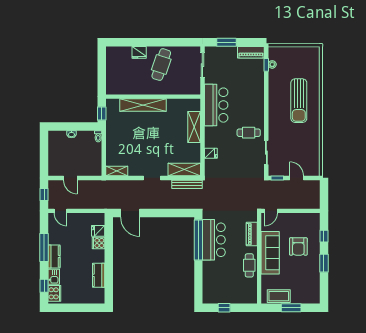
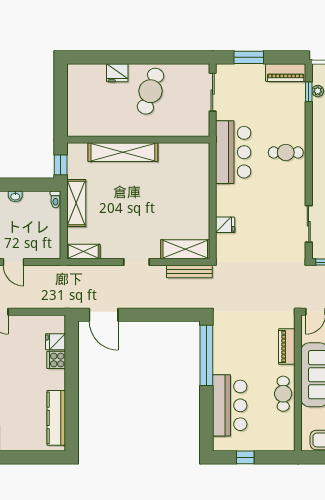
shelving: (194, 127) -> (76, 203), moved
cafe table: (249, 133) -> (286, 152), moved
bar counter: (214, 240) -> (230, 405), moved
kitchen counter: (99, 275) -> (56, 418), width x1.50

